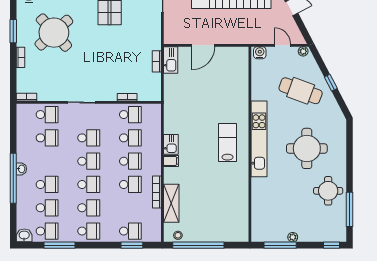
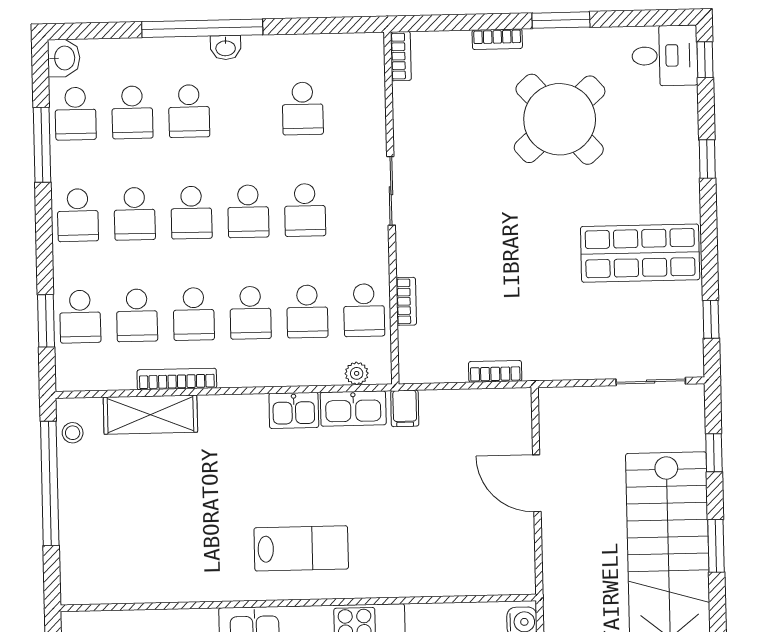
kitchen sink: (171, 60) -> (353, 408), moved
school desk: (47, 115) -> (137, 315), moved
plant: (156, 118) -> (357, 373), added
filing cabinet: (171, 161) -> (405, 408), moved

